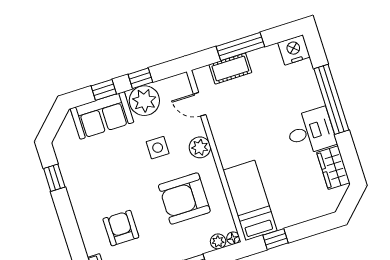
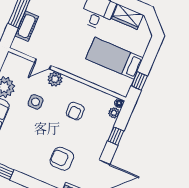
door: (200, 104) -> (43, 64), moved
armchair: (184, 198) -> (75, 111), width x0.53, depth x0.53
bed: (250, 200) -> (114, 58), moved

